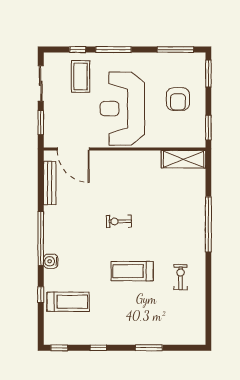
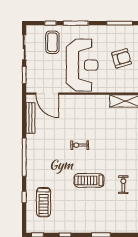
armchair: (178, 99) -> (122, 58), turned -106
reception desk: (122, 109) -> (82, 65), turned 180
water cooler: (51, 261) -> (31, 173), removed
treadmill: (68, 302) -> (44, 202), turned 90

